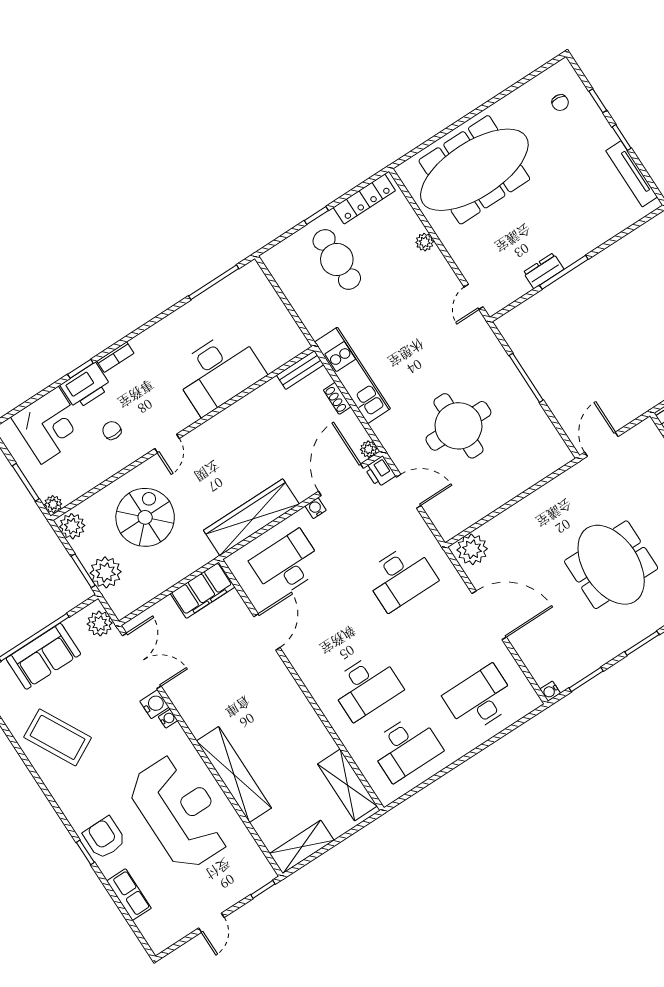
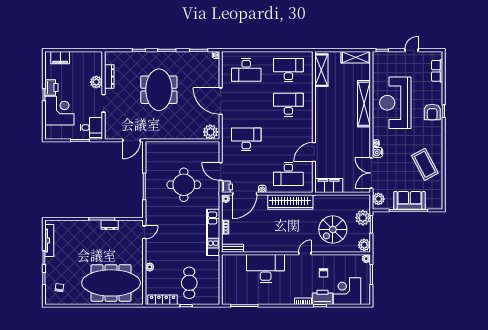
row of seats: (129, 895) -> (437, 71), moved

